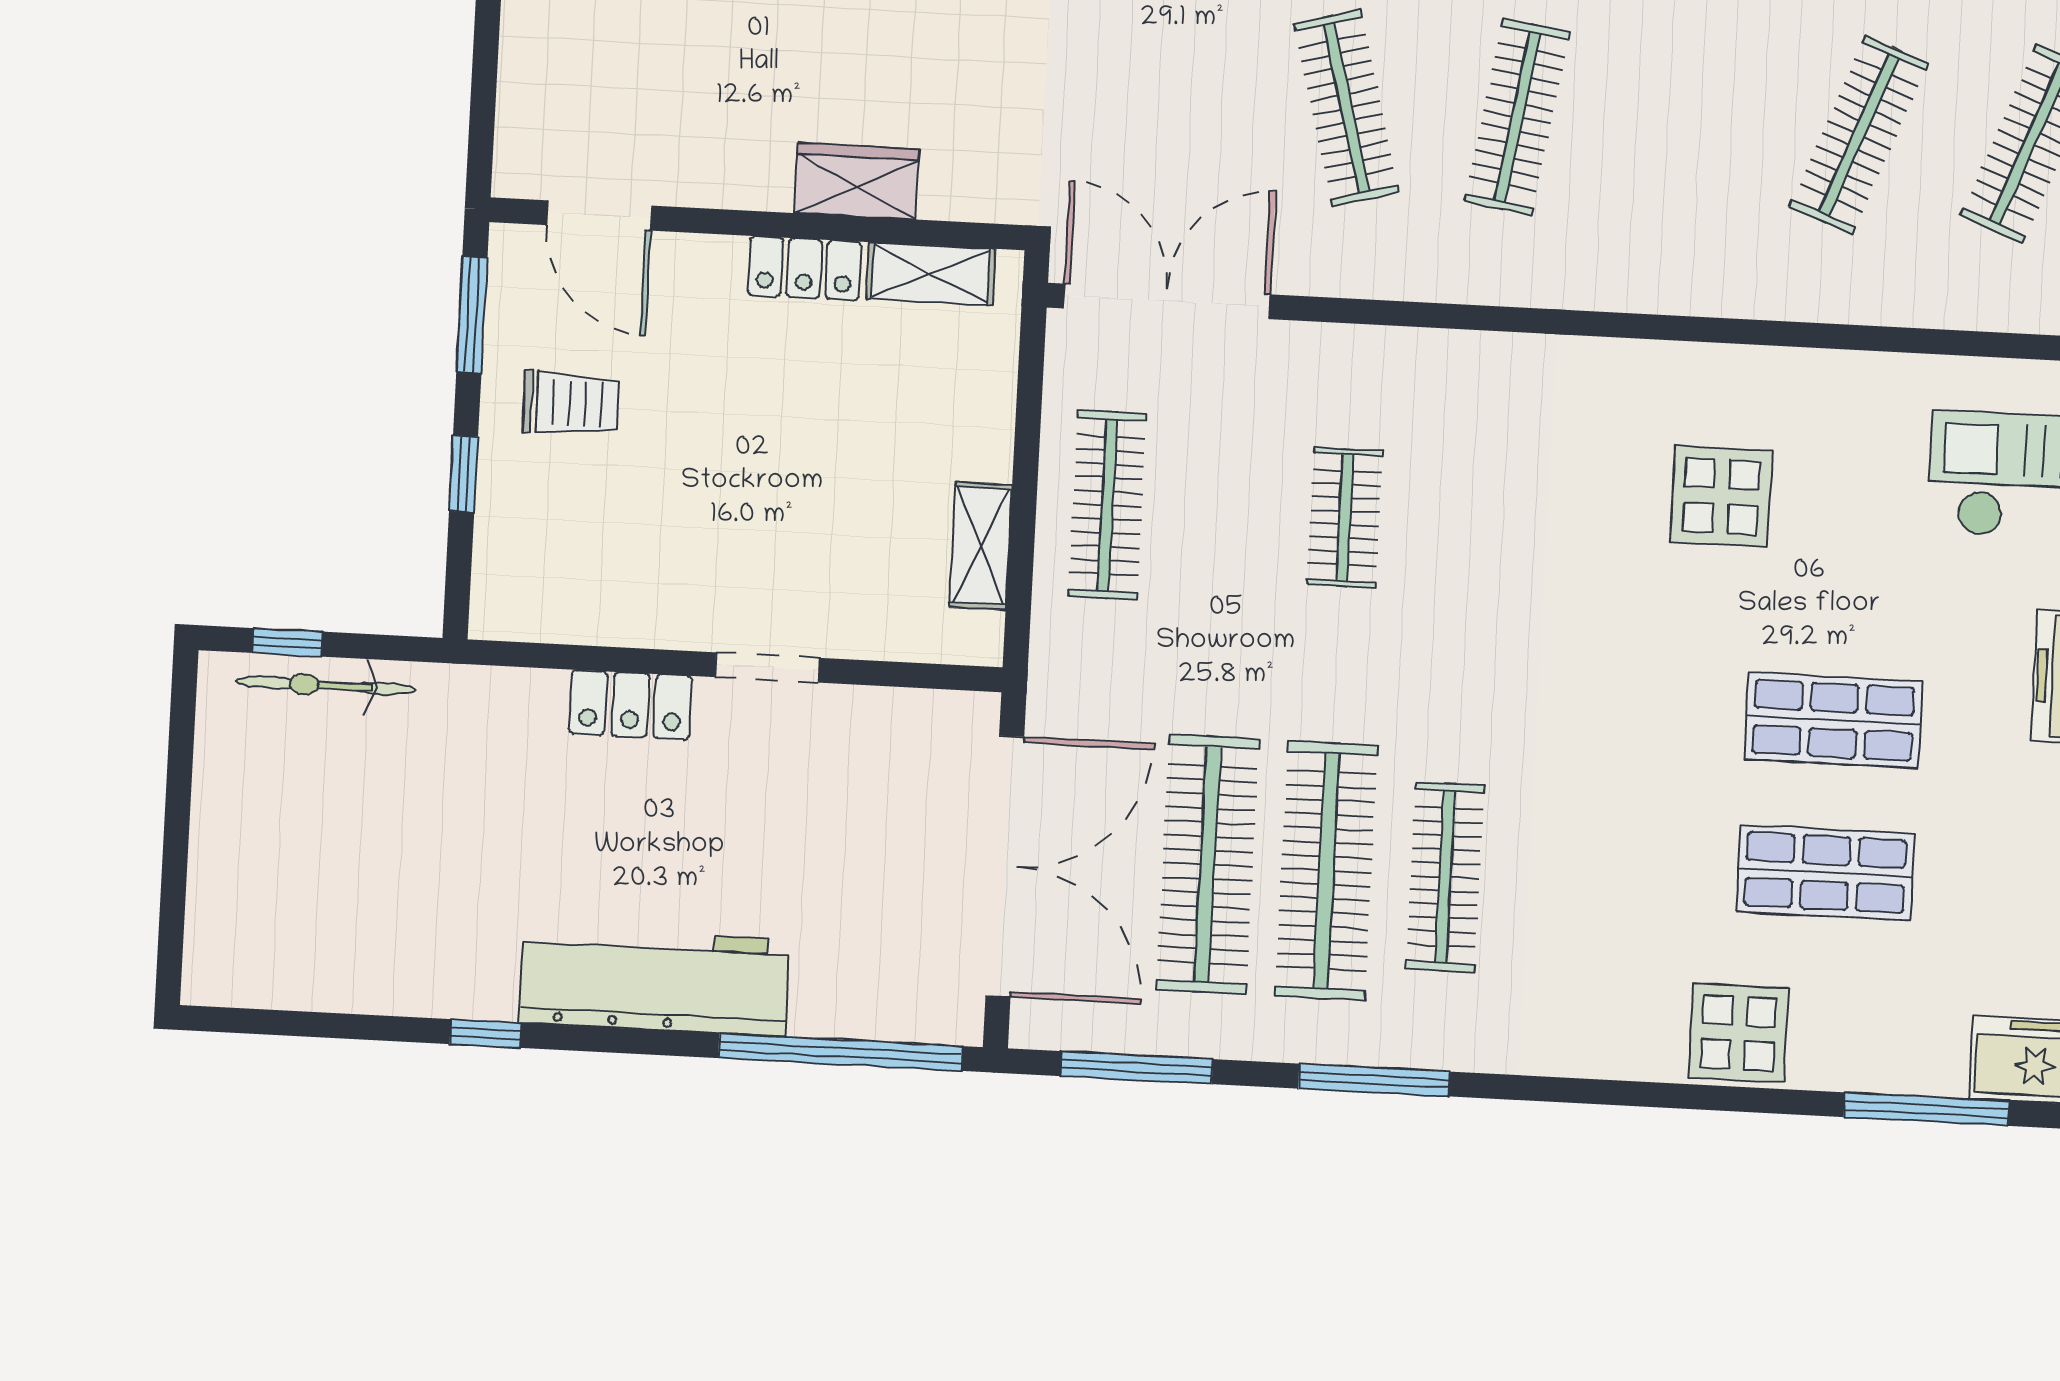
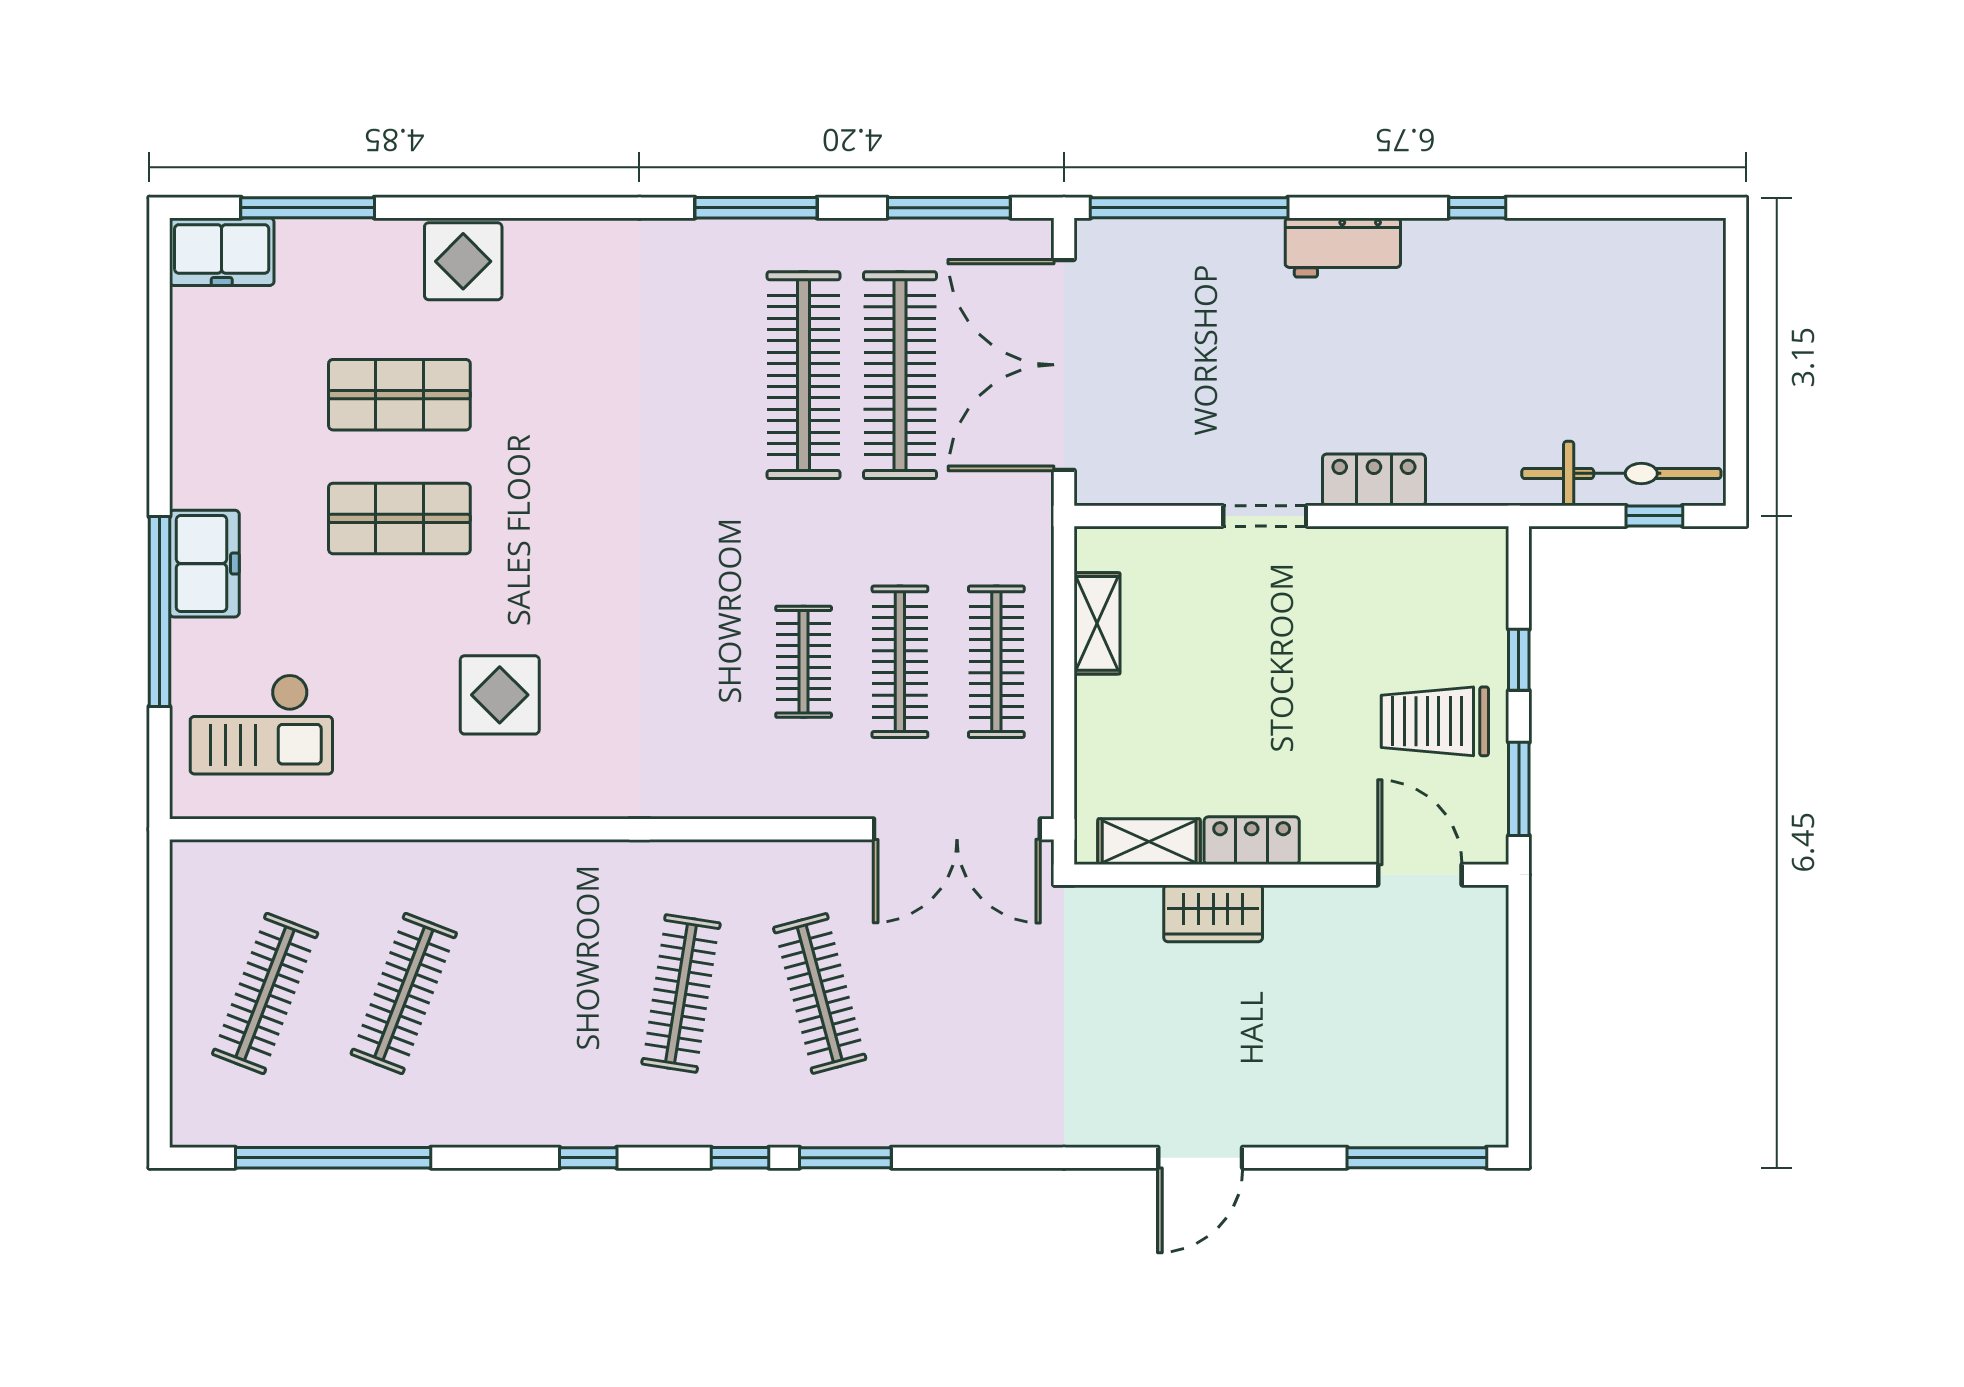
trolley: (571, 403) -> (1435, 721), width x1.36, depth x1.39
bicycle: (326, 685) -> (1621, 473), width x1.37, depth x1.40
clothes rail: (1445, 877) -> (900, 662), moved
workbench: (654, 981) -> (1343, 247), width x0.53, depth x0.76

